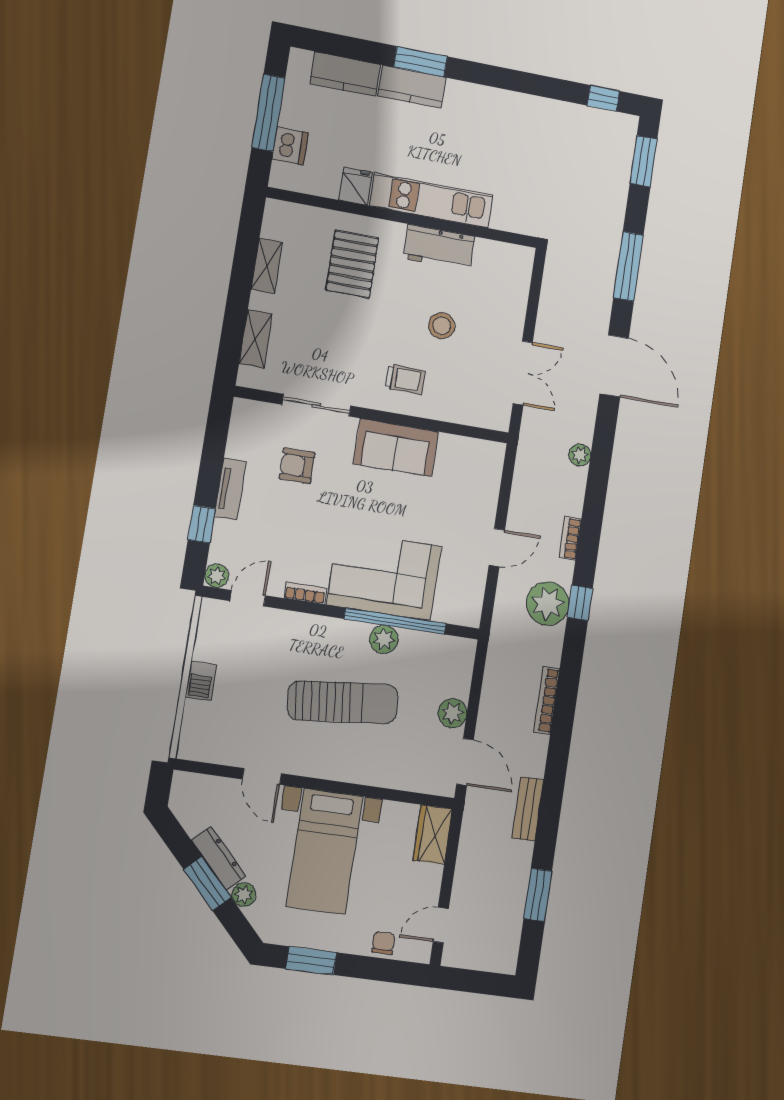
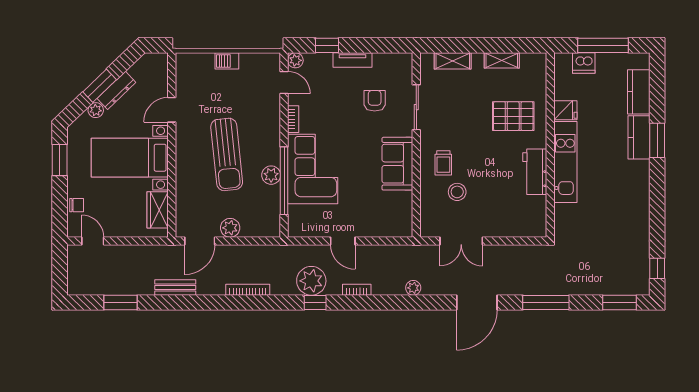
stool: (442, 326) -> (457, 192), moved
wardrobe: (433, 835) -> (158, 210), moved, turned -90

